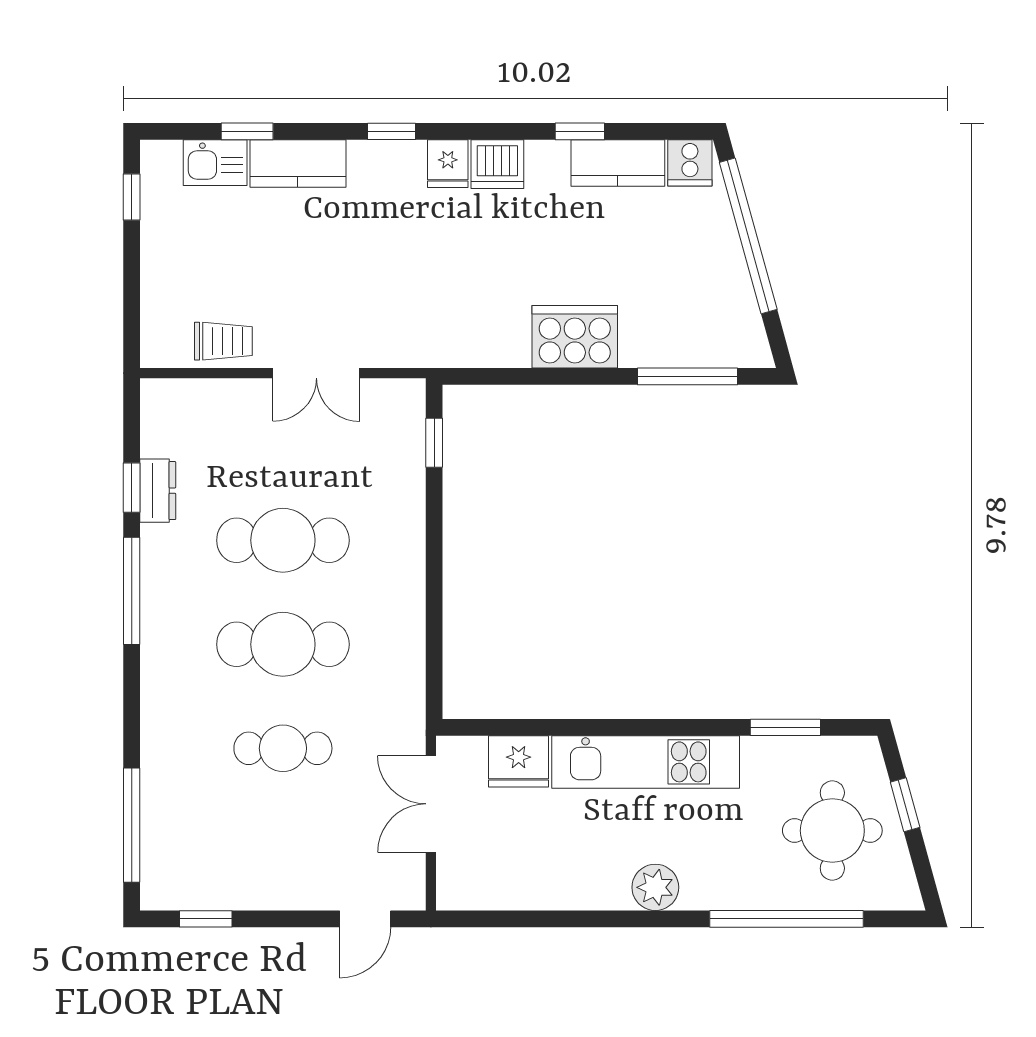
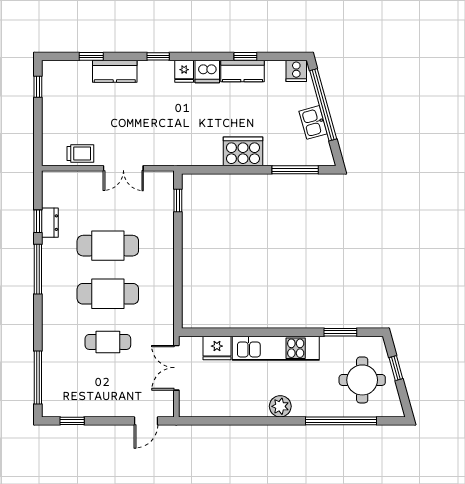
kitchen sink: (215, 163) -> (313, 122), moved, turned 75
kitchen counter: (618, 163) -> (242, 71), moved

